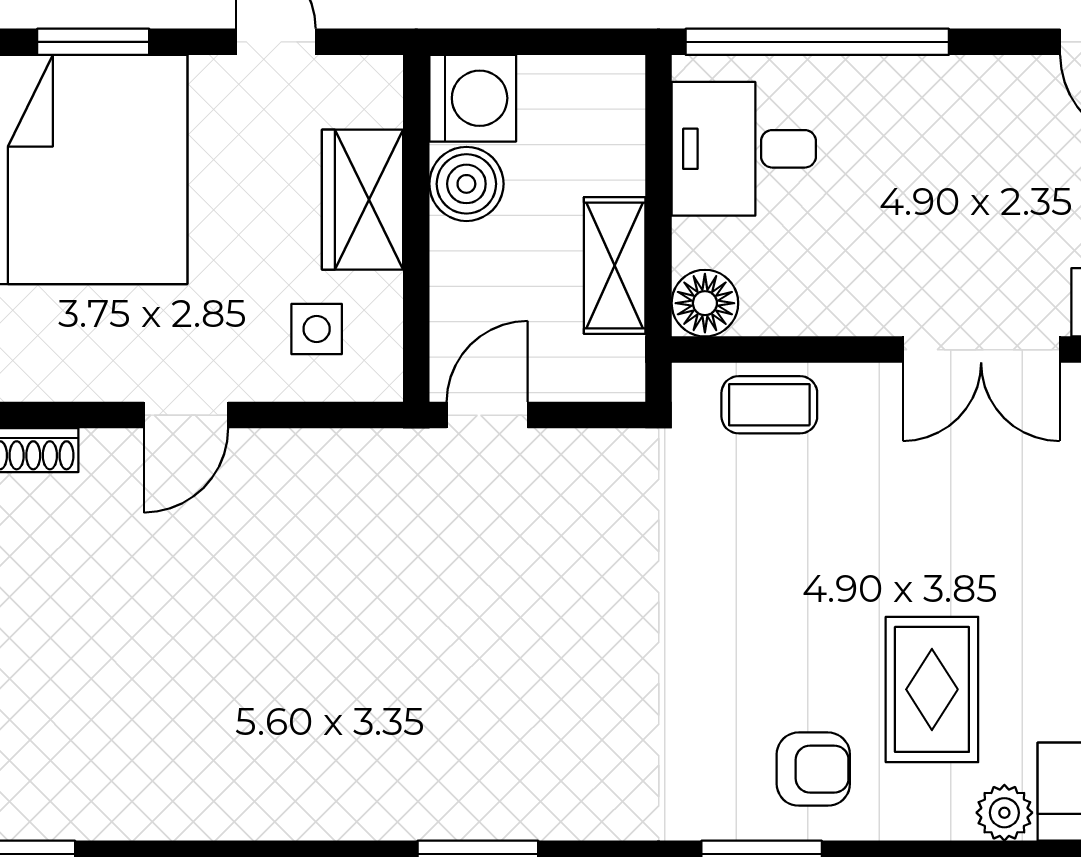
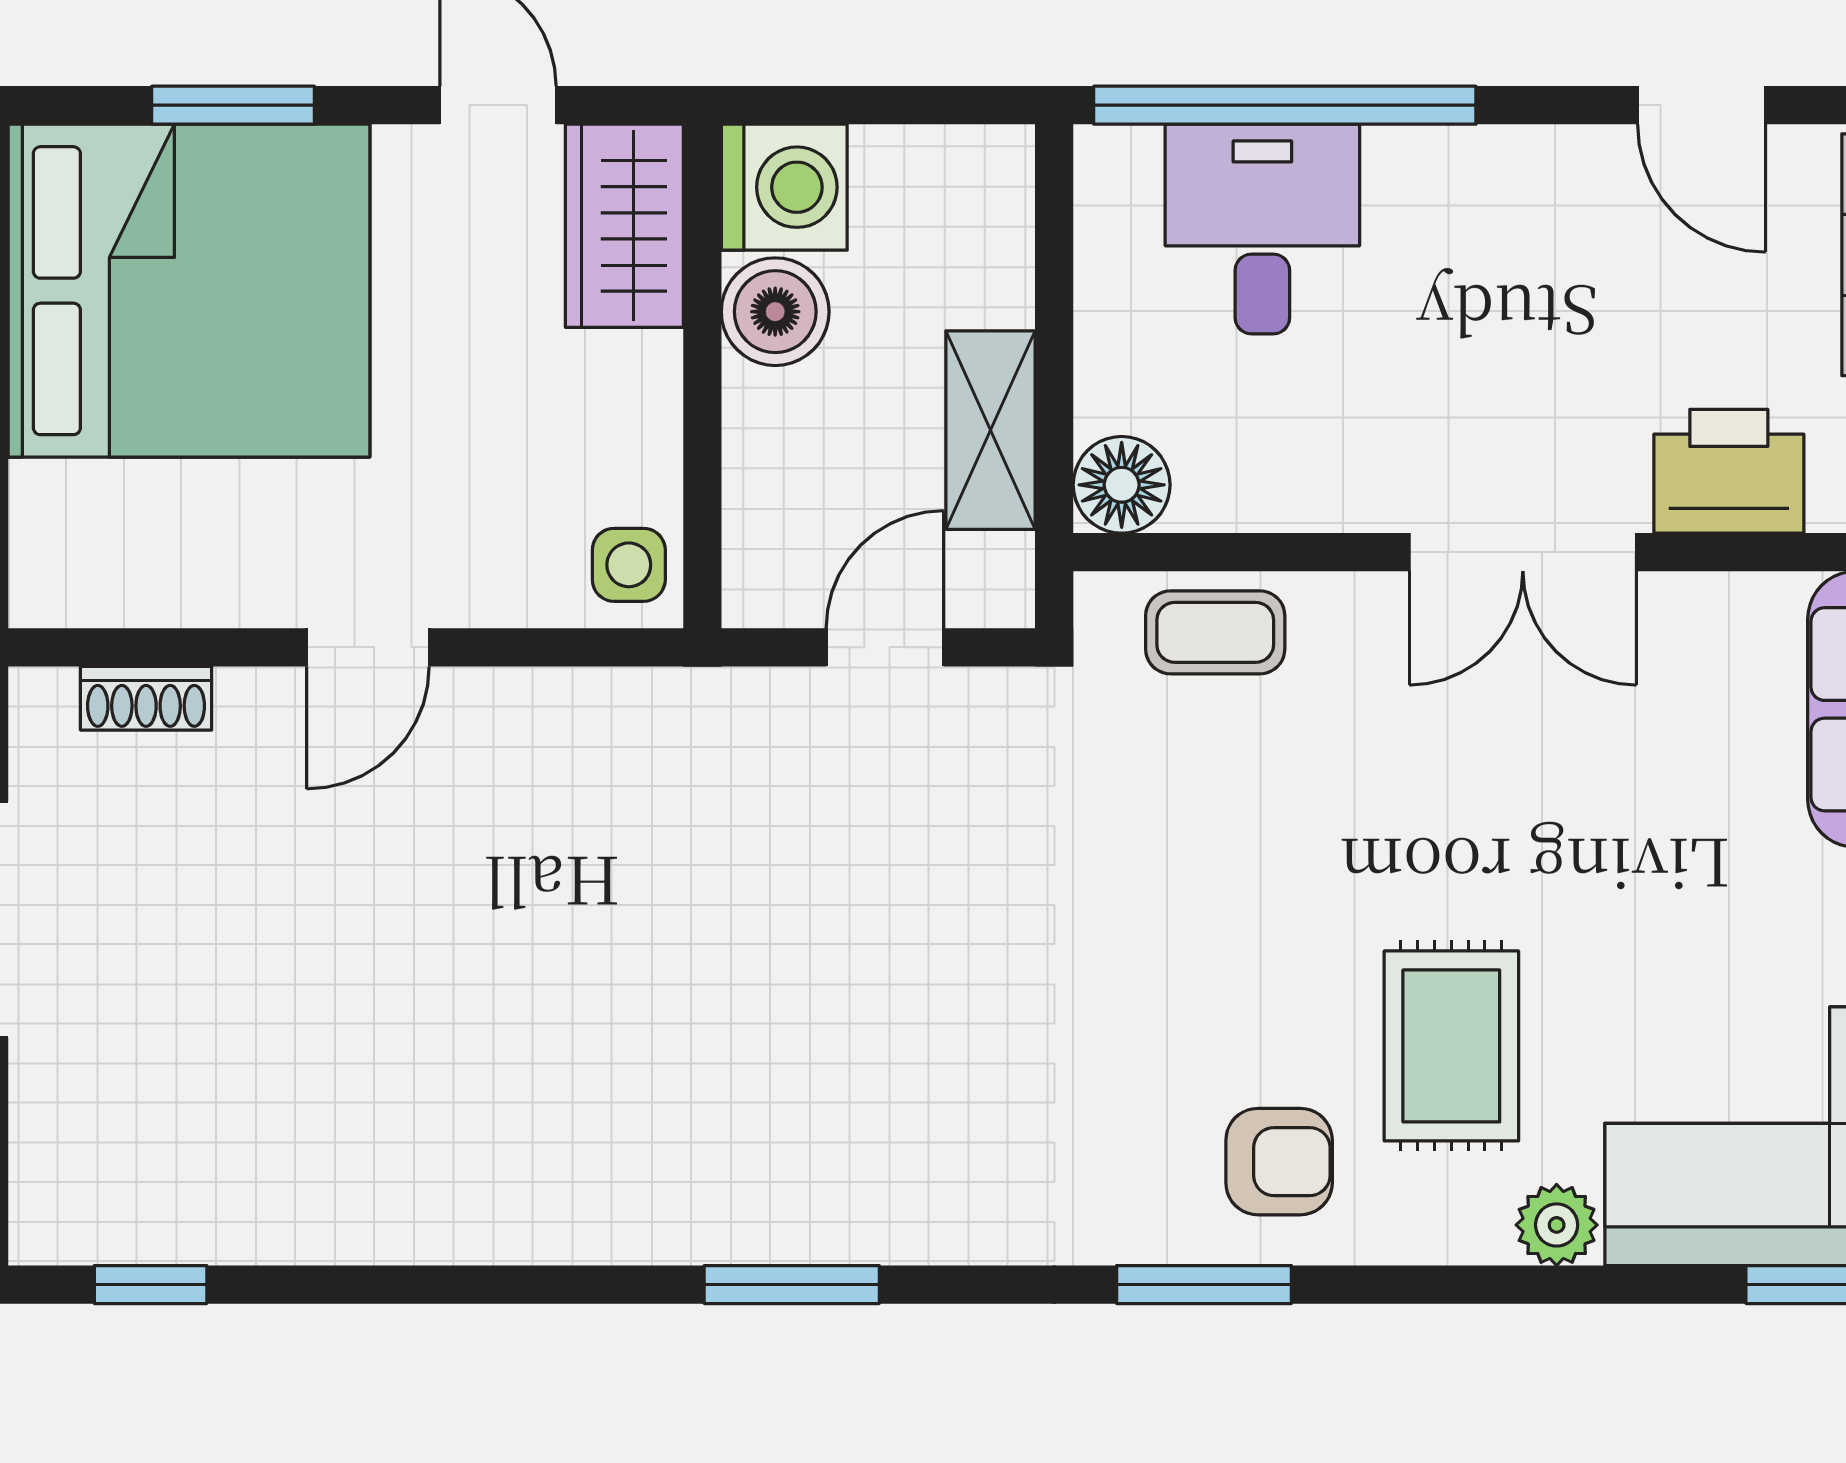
desk: (744, 149) -> (1262, 229), moved, turned 90
wardrobe: (363, 200) -> (624, 226), moved
side table: (317, 329) -> (629, 565), moved
door: (487, 415) -> (885, 647), moved

